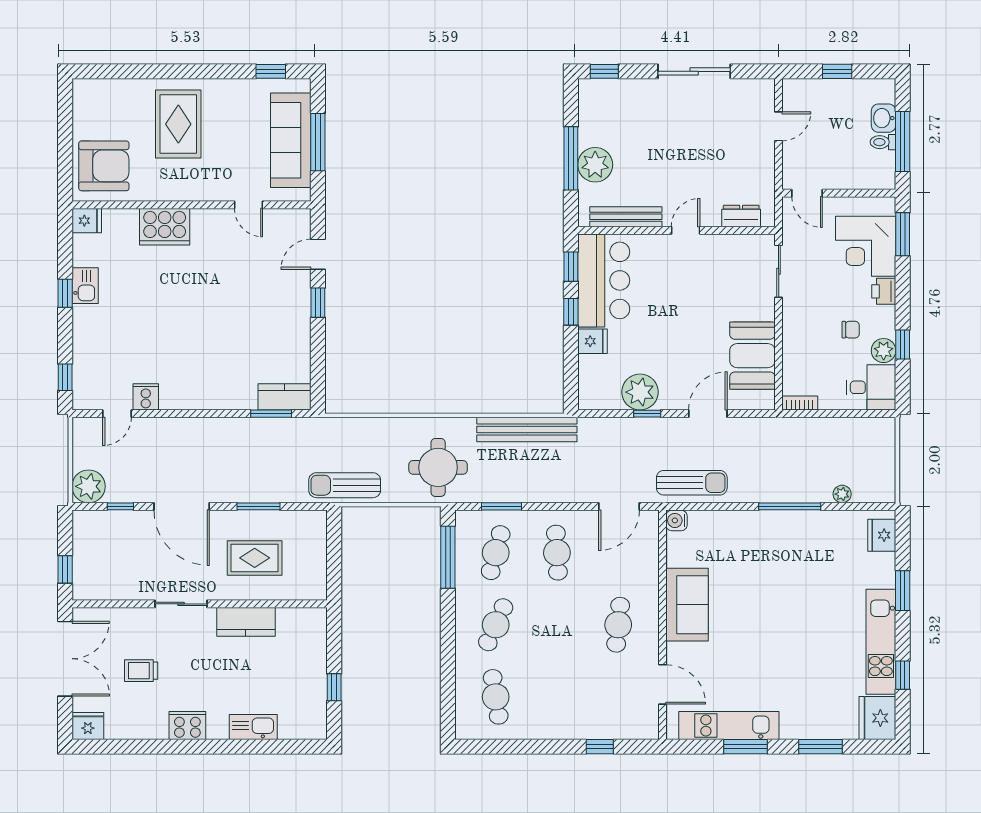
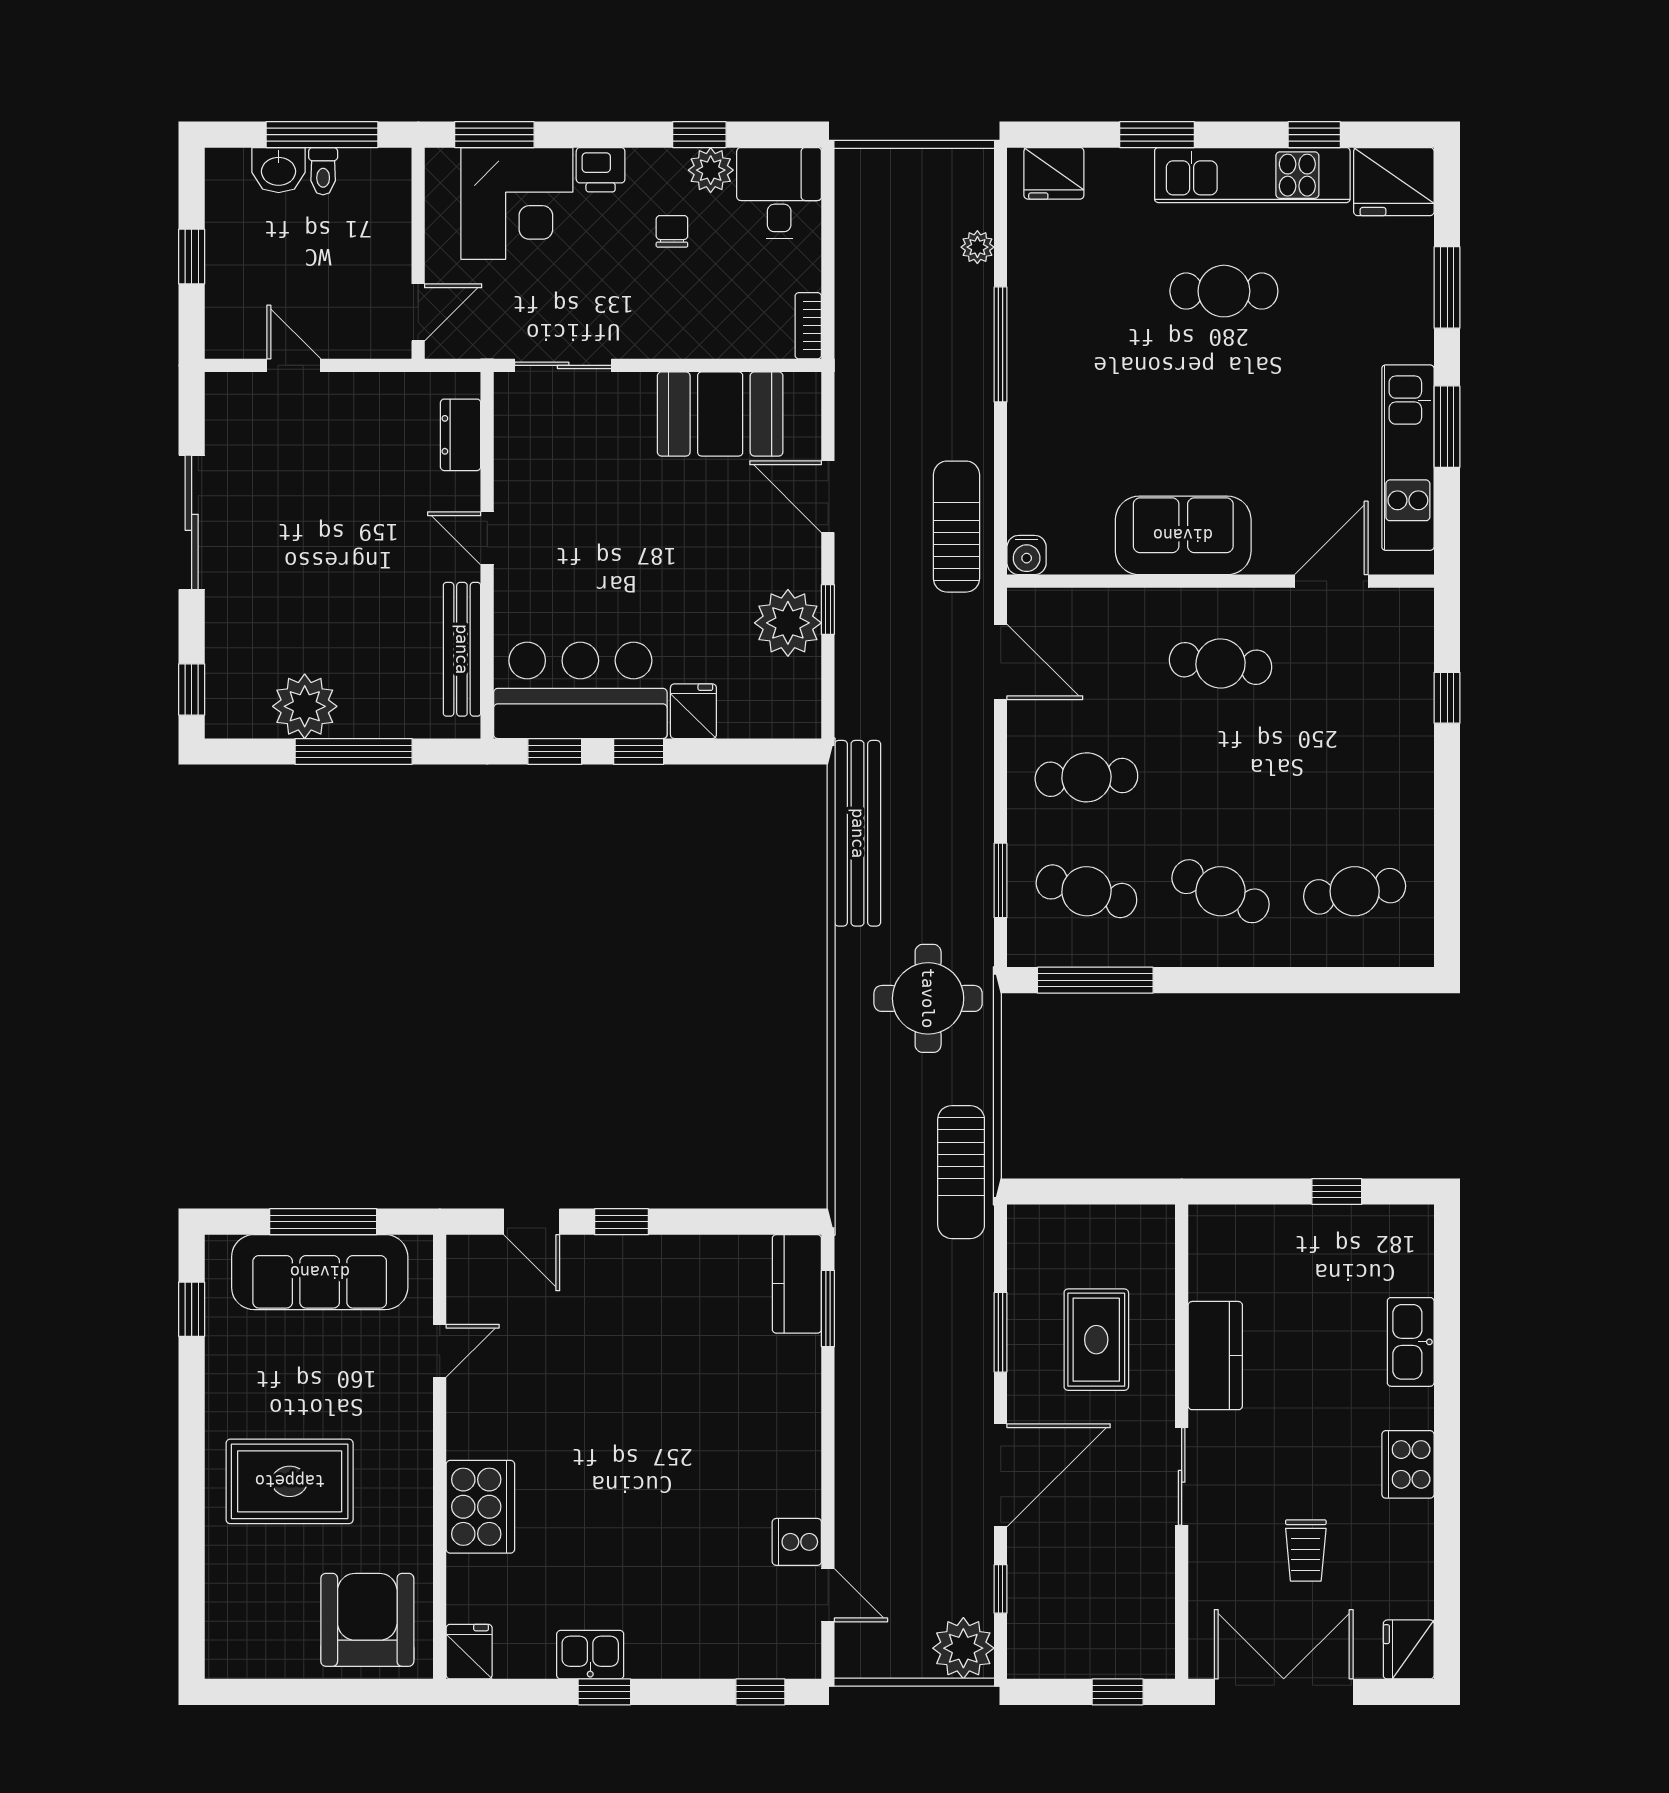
plant: (595, 165) -> (305, 706), moved
cafe table: (818, 627) -> (1224, 291), added

